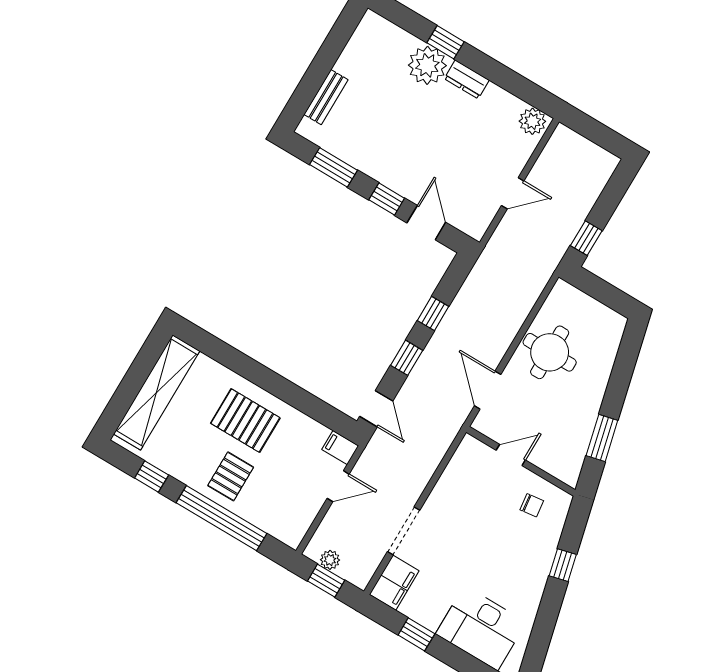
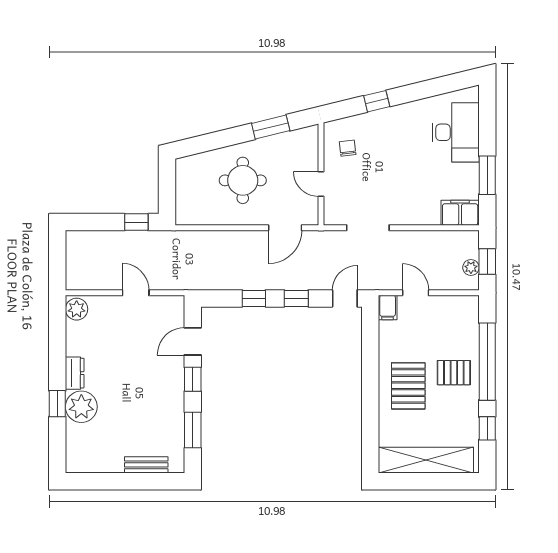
round table: (550, 352) -> (243, 180), moved
doorway: (404, 531) -> (368, 228), moved
window: (416, 634) -> (487, 175), width x1.50

